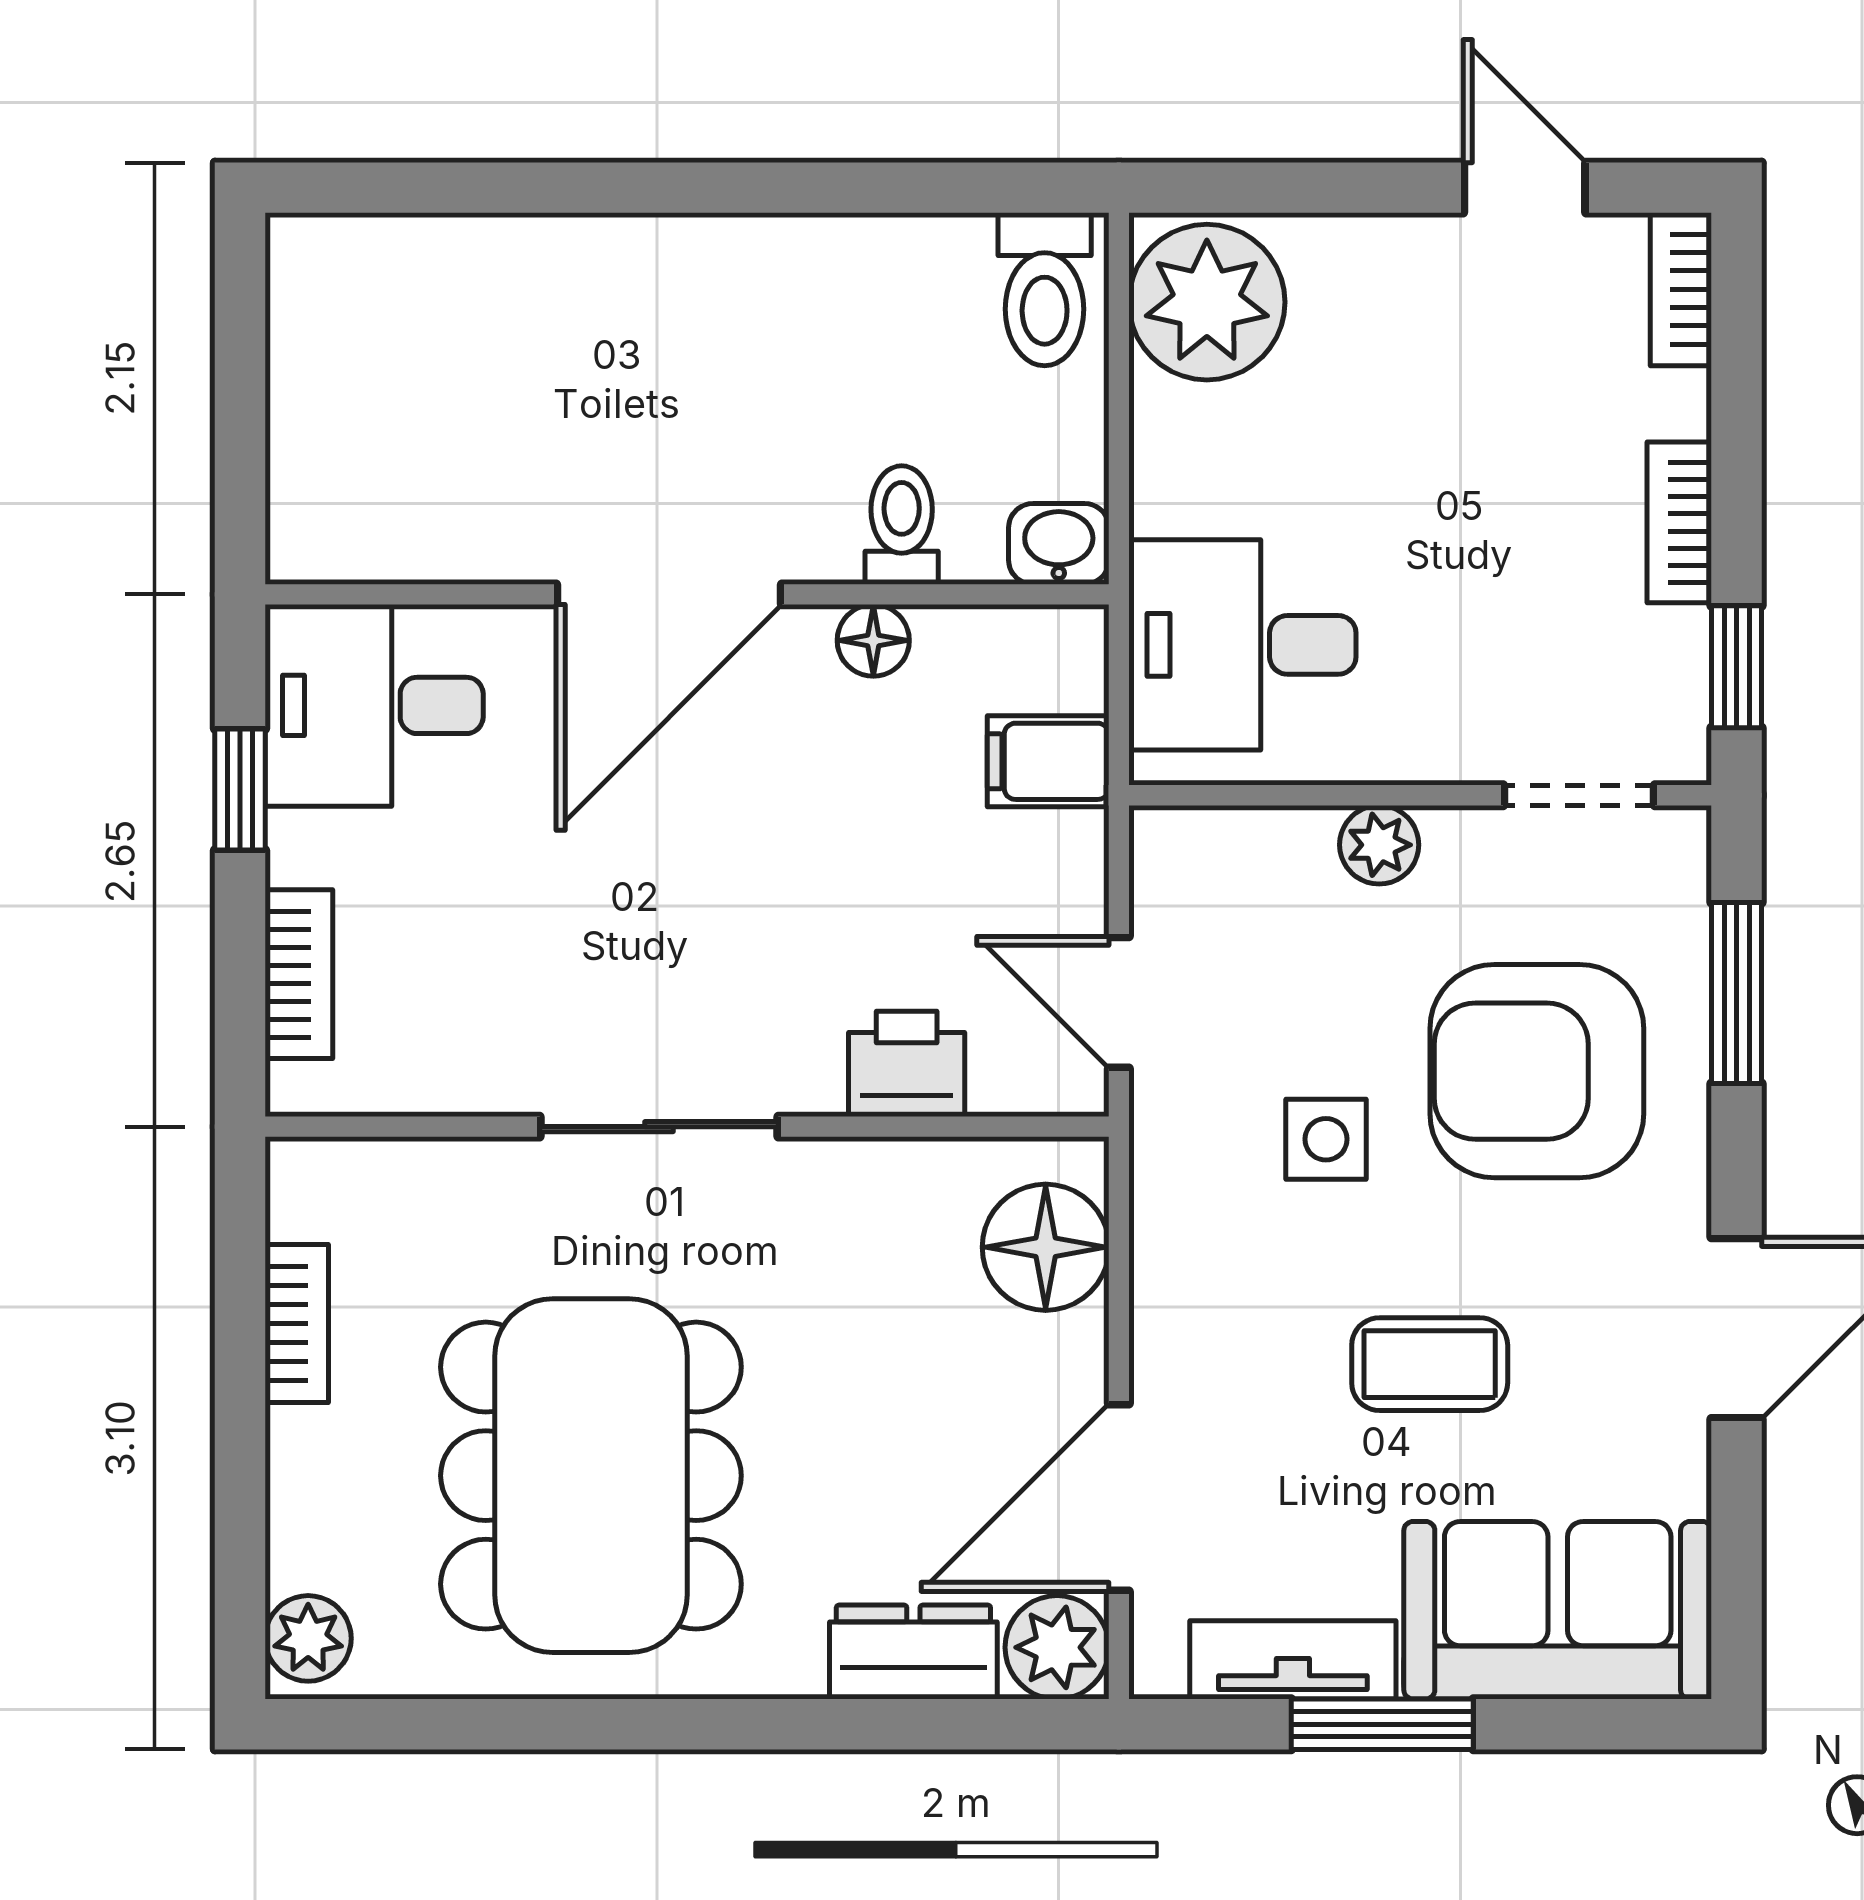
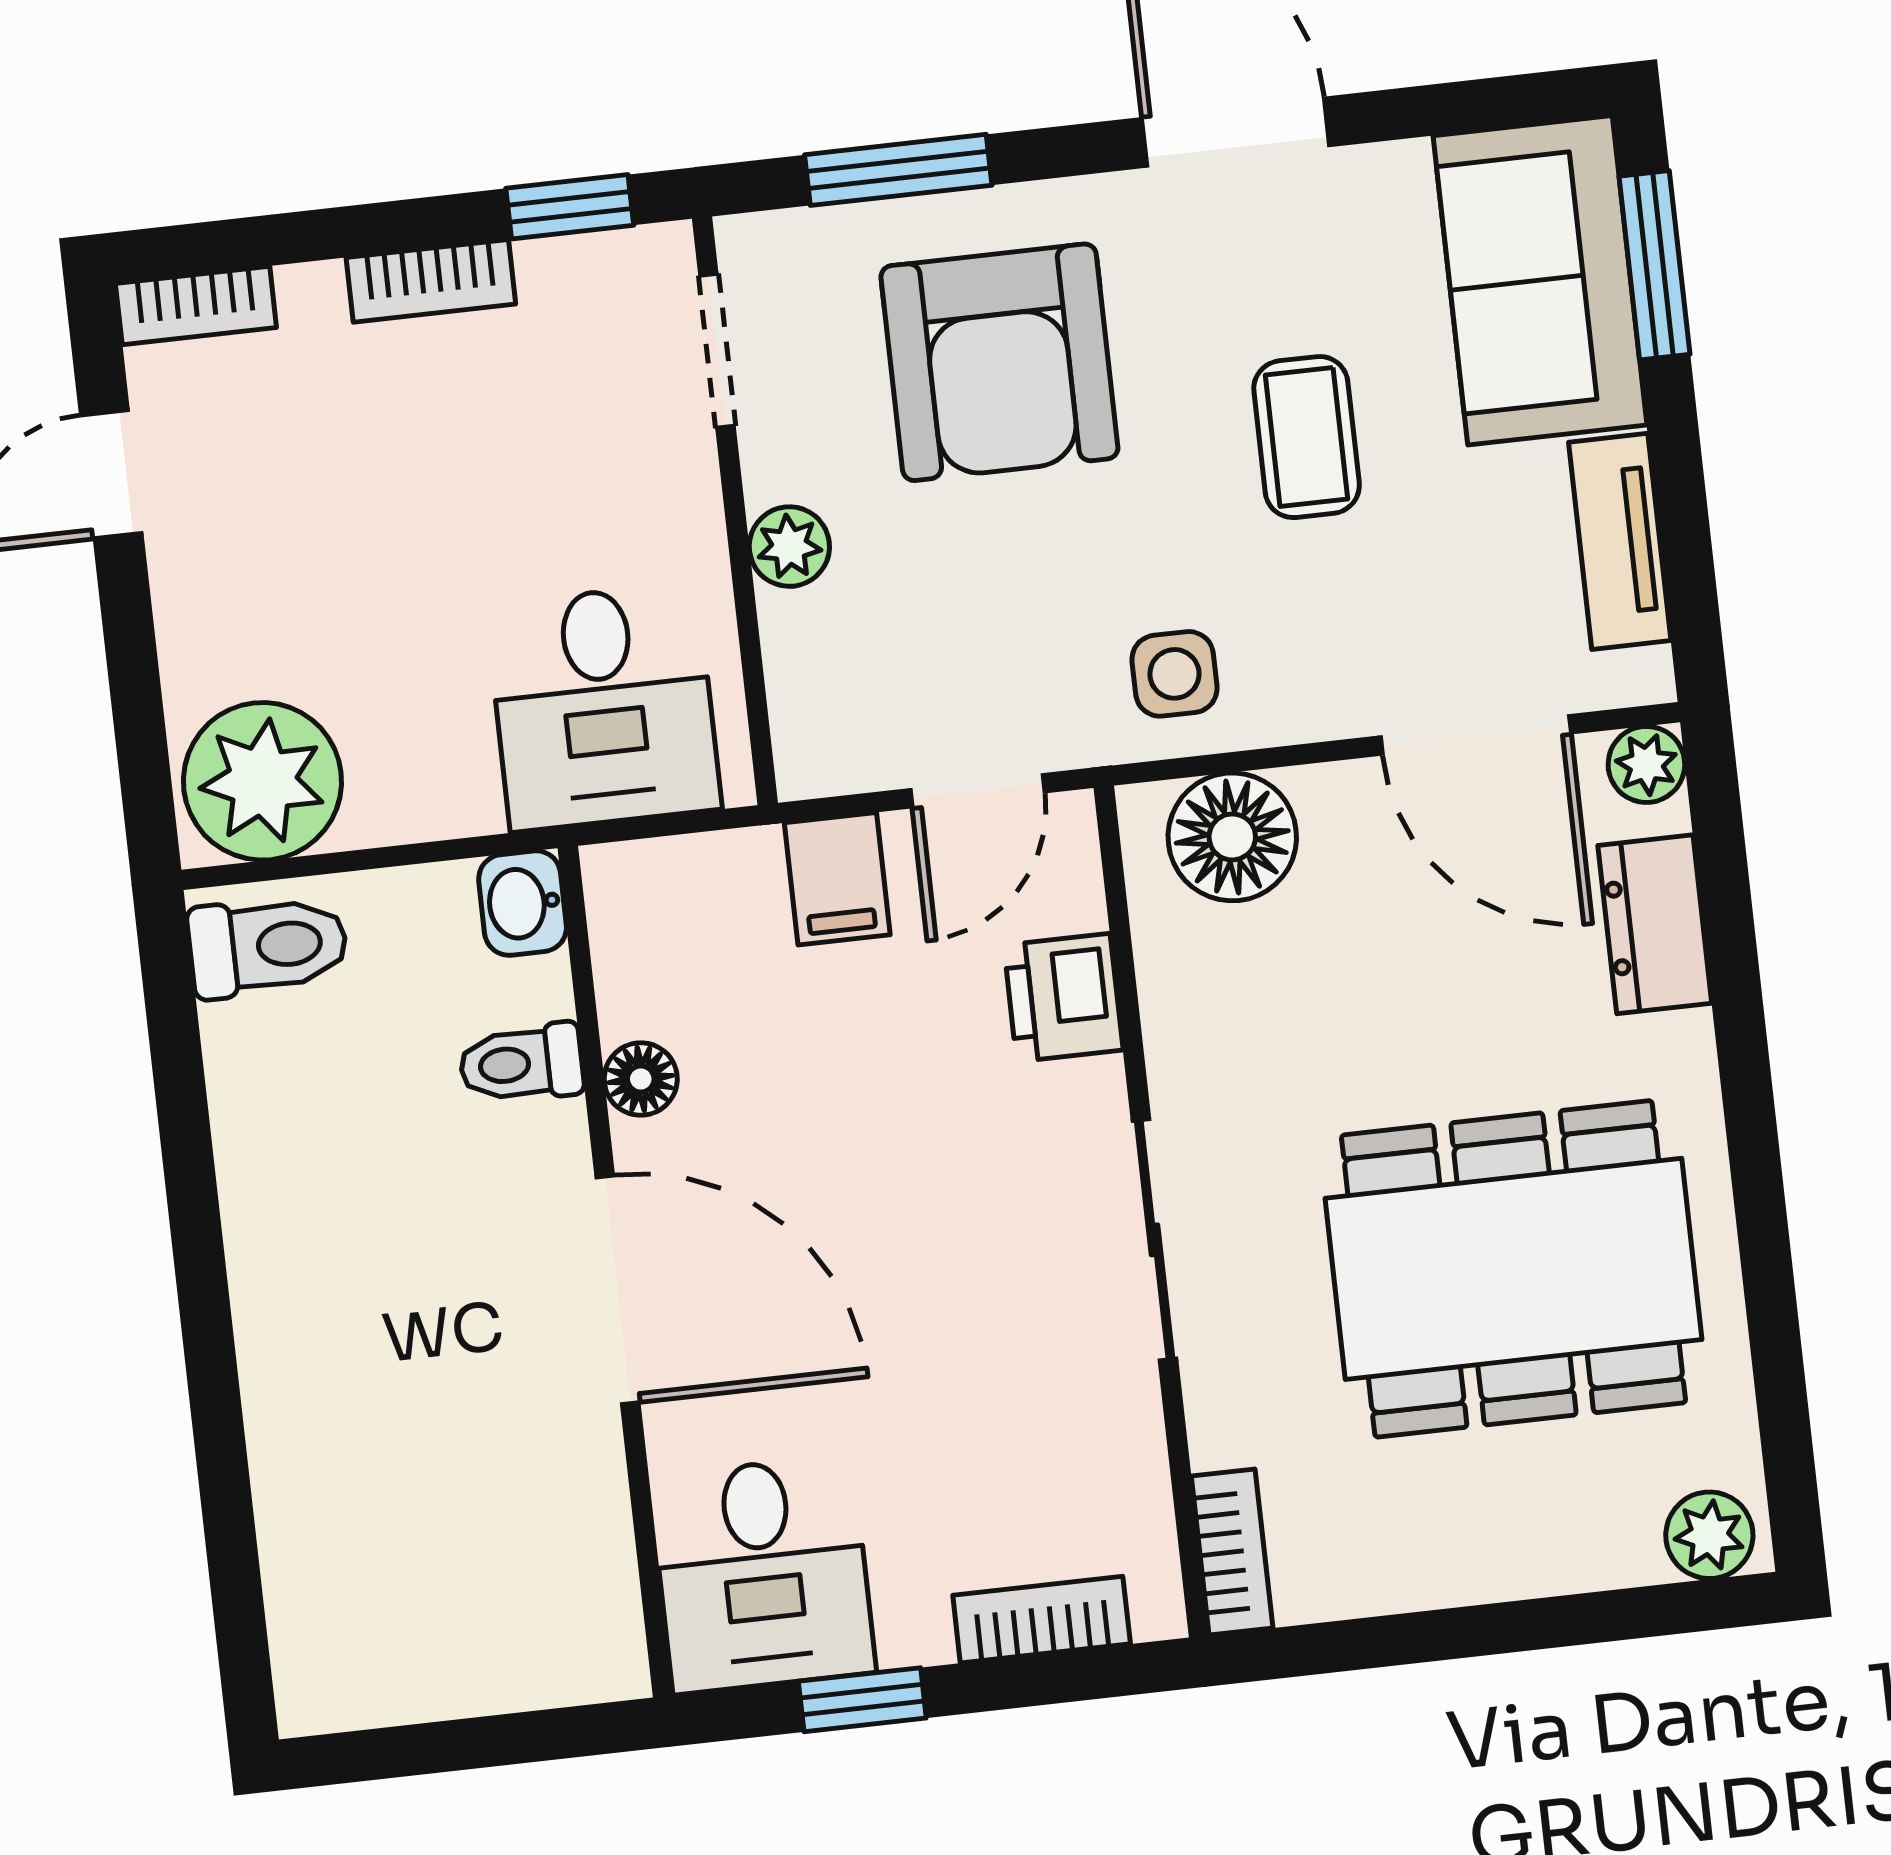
filing cabinet: (1048, 761) -> (837, 879), moved
side table: (1326, 1139) -> (1174, 674), moved
bookcase: (297, 1324) -> (1232, 1552), moved, turned 90
plant: (1057, 1647) -> (1646, 764), width x0.73, depth x0.73
window: (1382, 1724) -> (1654, 265), moved

